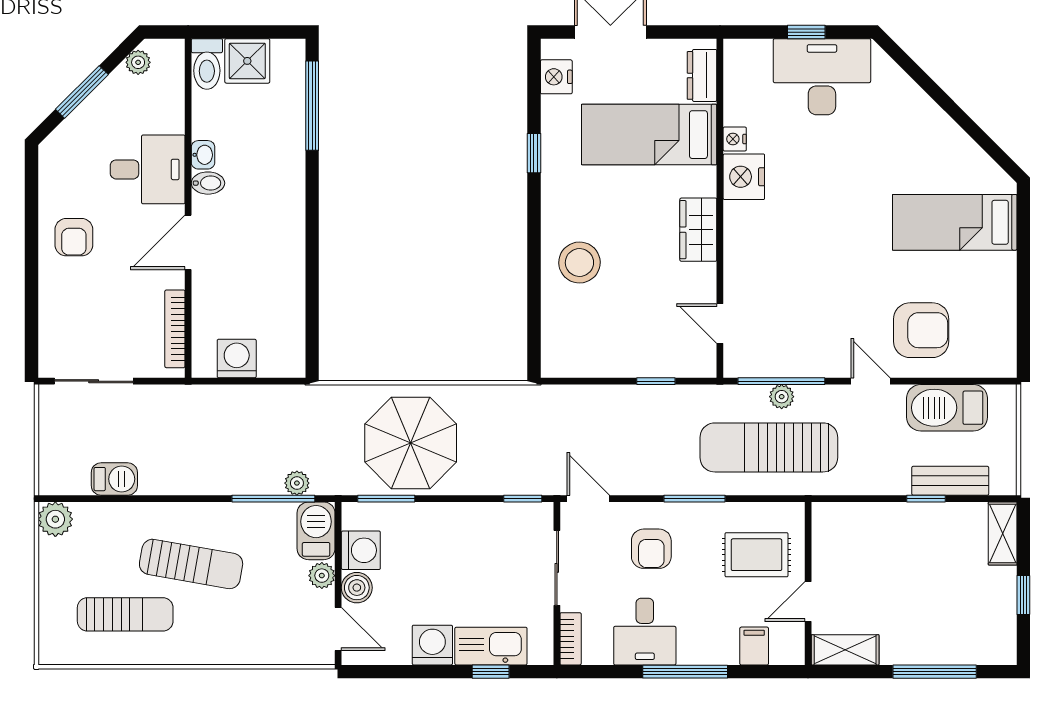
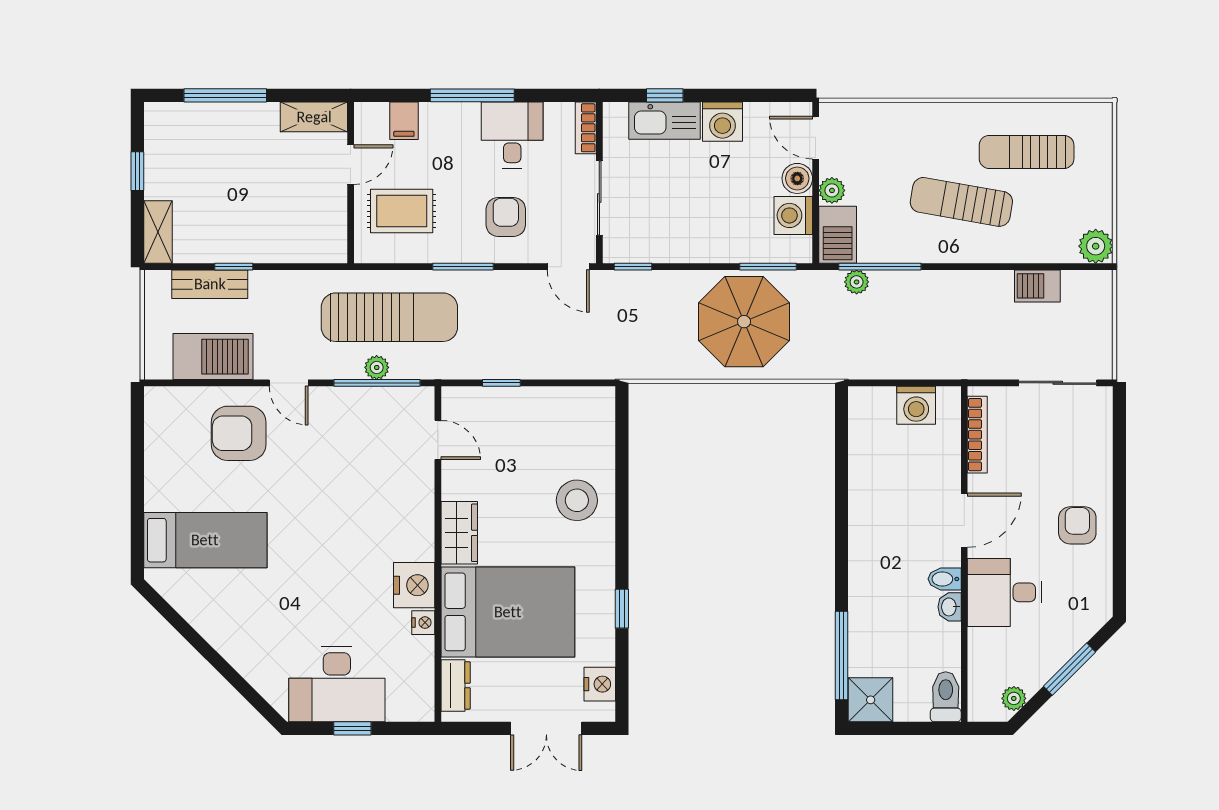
shower: (247, 61) -> (871, 700), moved
bed: (649, 135) -> (508, 612), width x1.50

